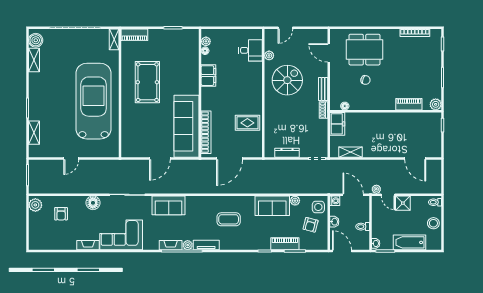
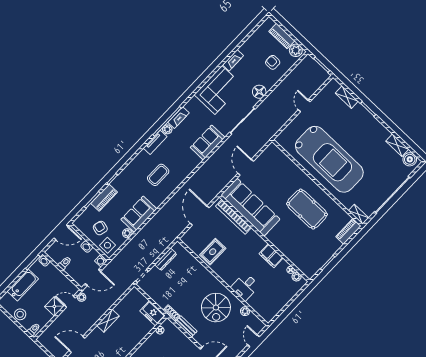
desk: (251, 50) -> (245, 287), moved
shelving: (350, 152) -> (108, 321), moved
piano: (35, 226) -> (282, 36), added

